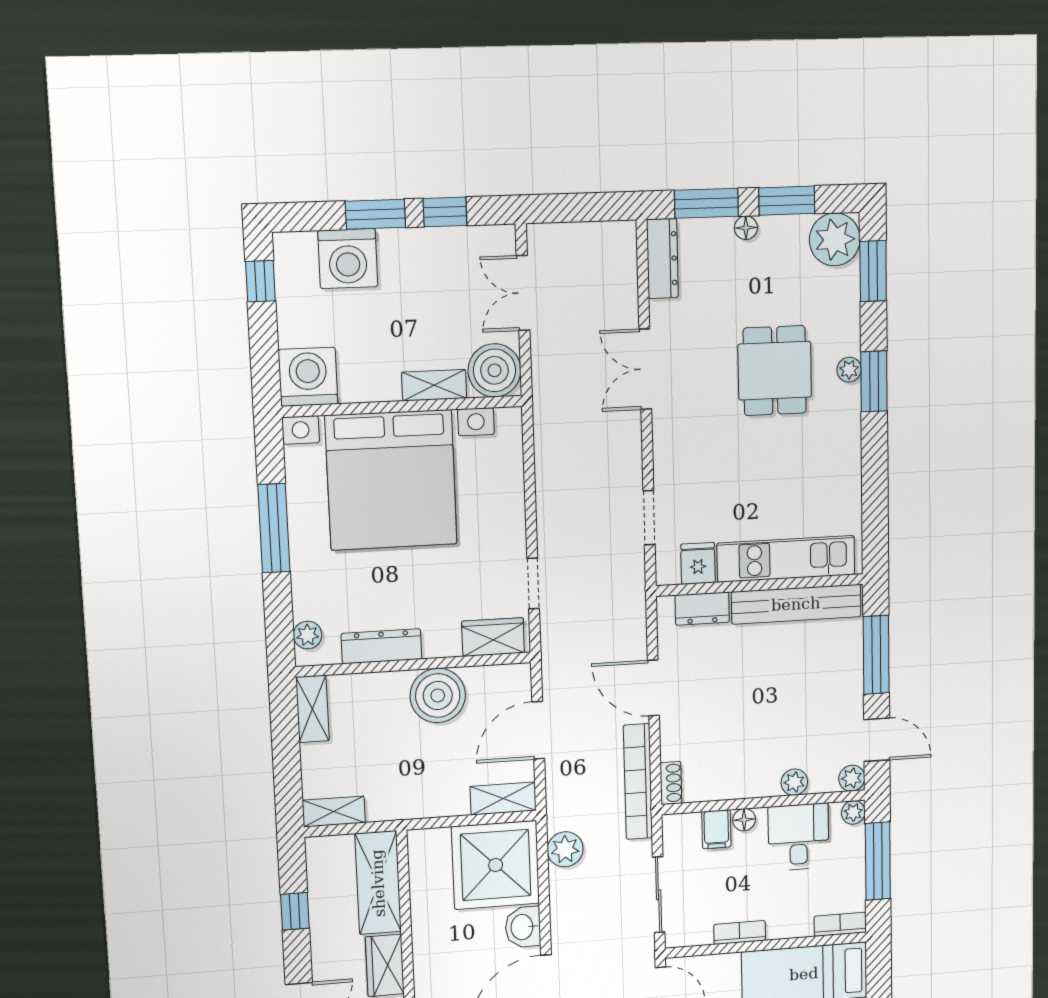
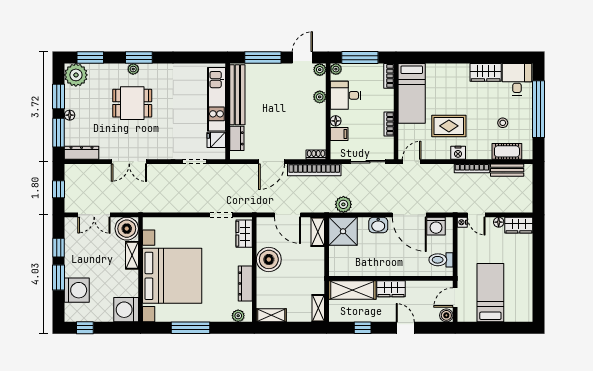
window: (579, 208) -> (59, 189), added
shower: (496, 865) -> (343, 231), width x0.73, depth x0.73

